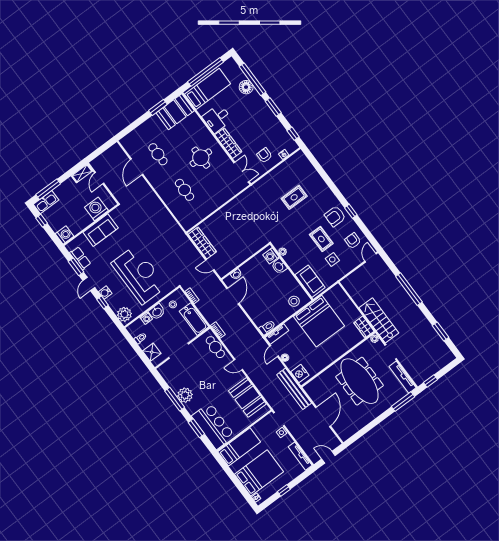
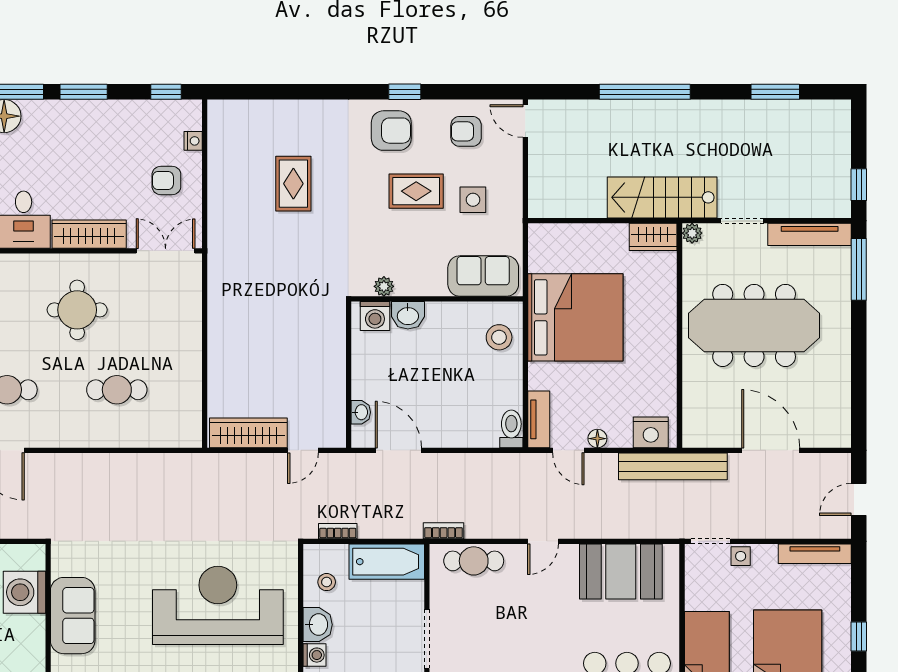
armchair: (335, 216) -> (391, 131), turned -90

